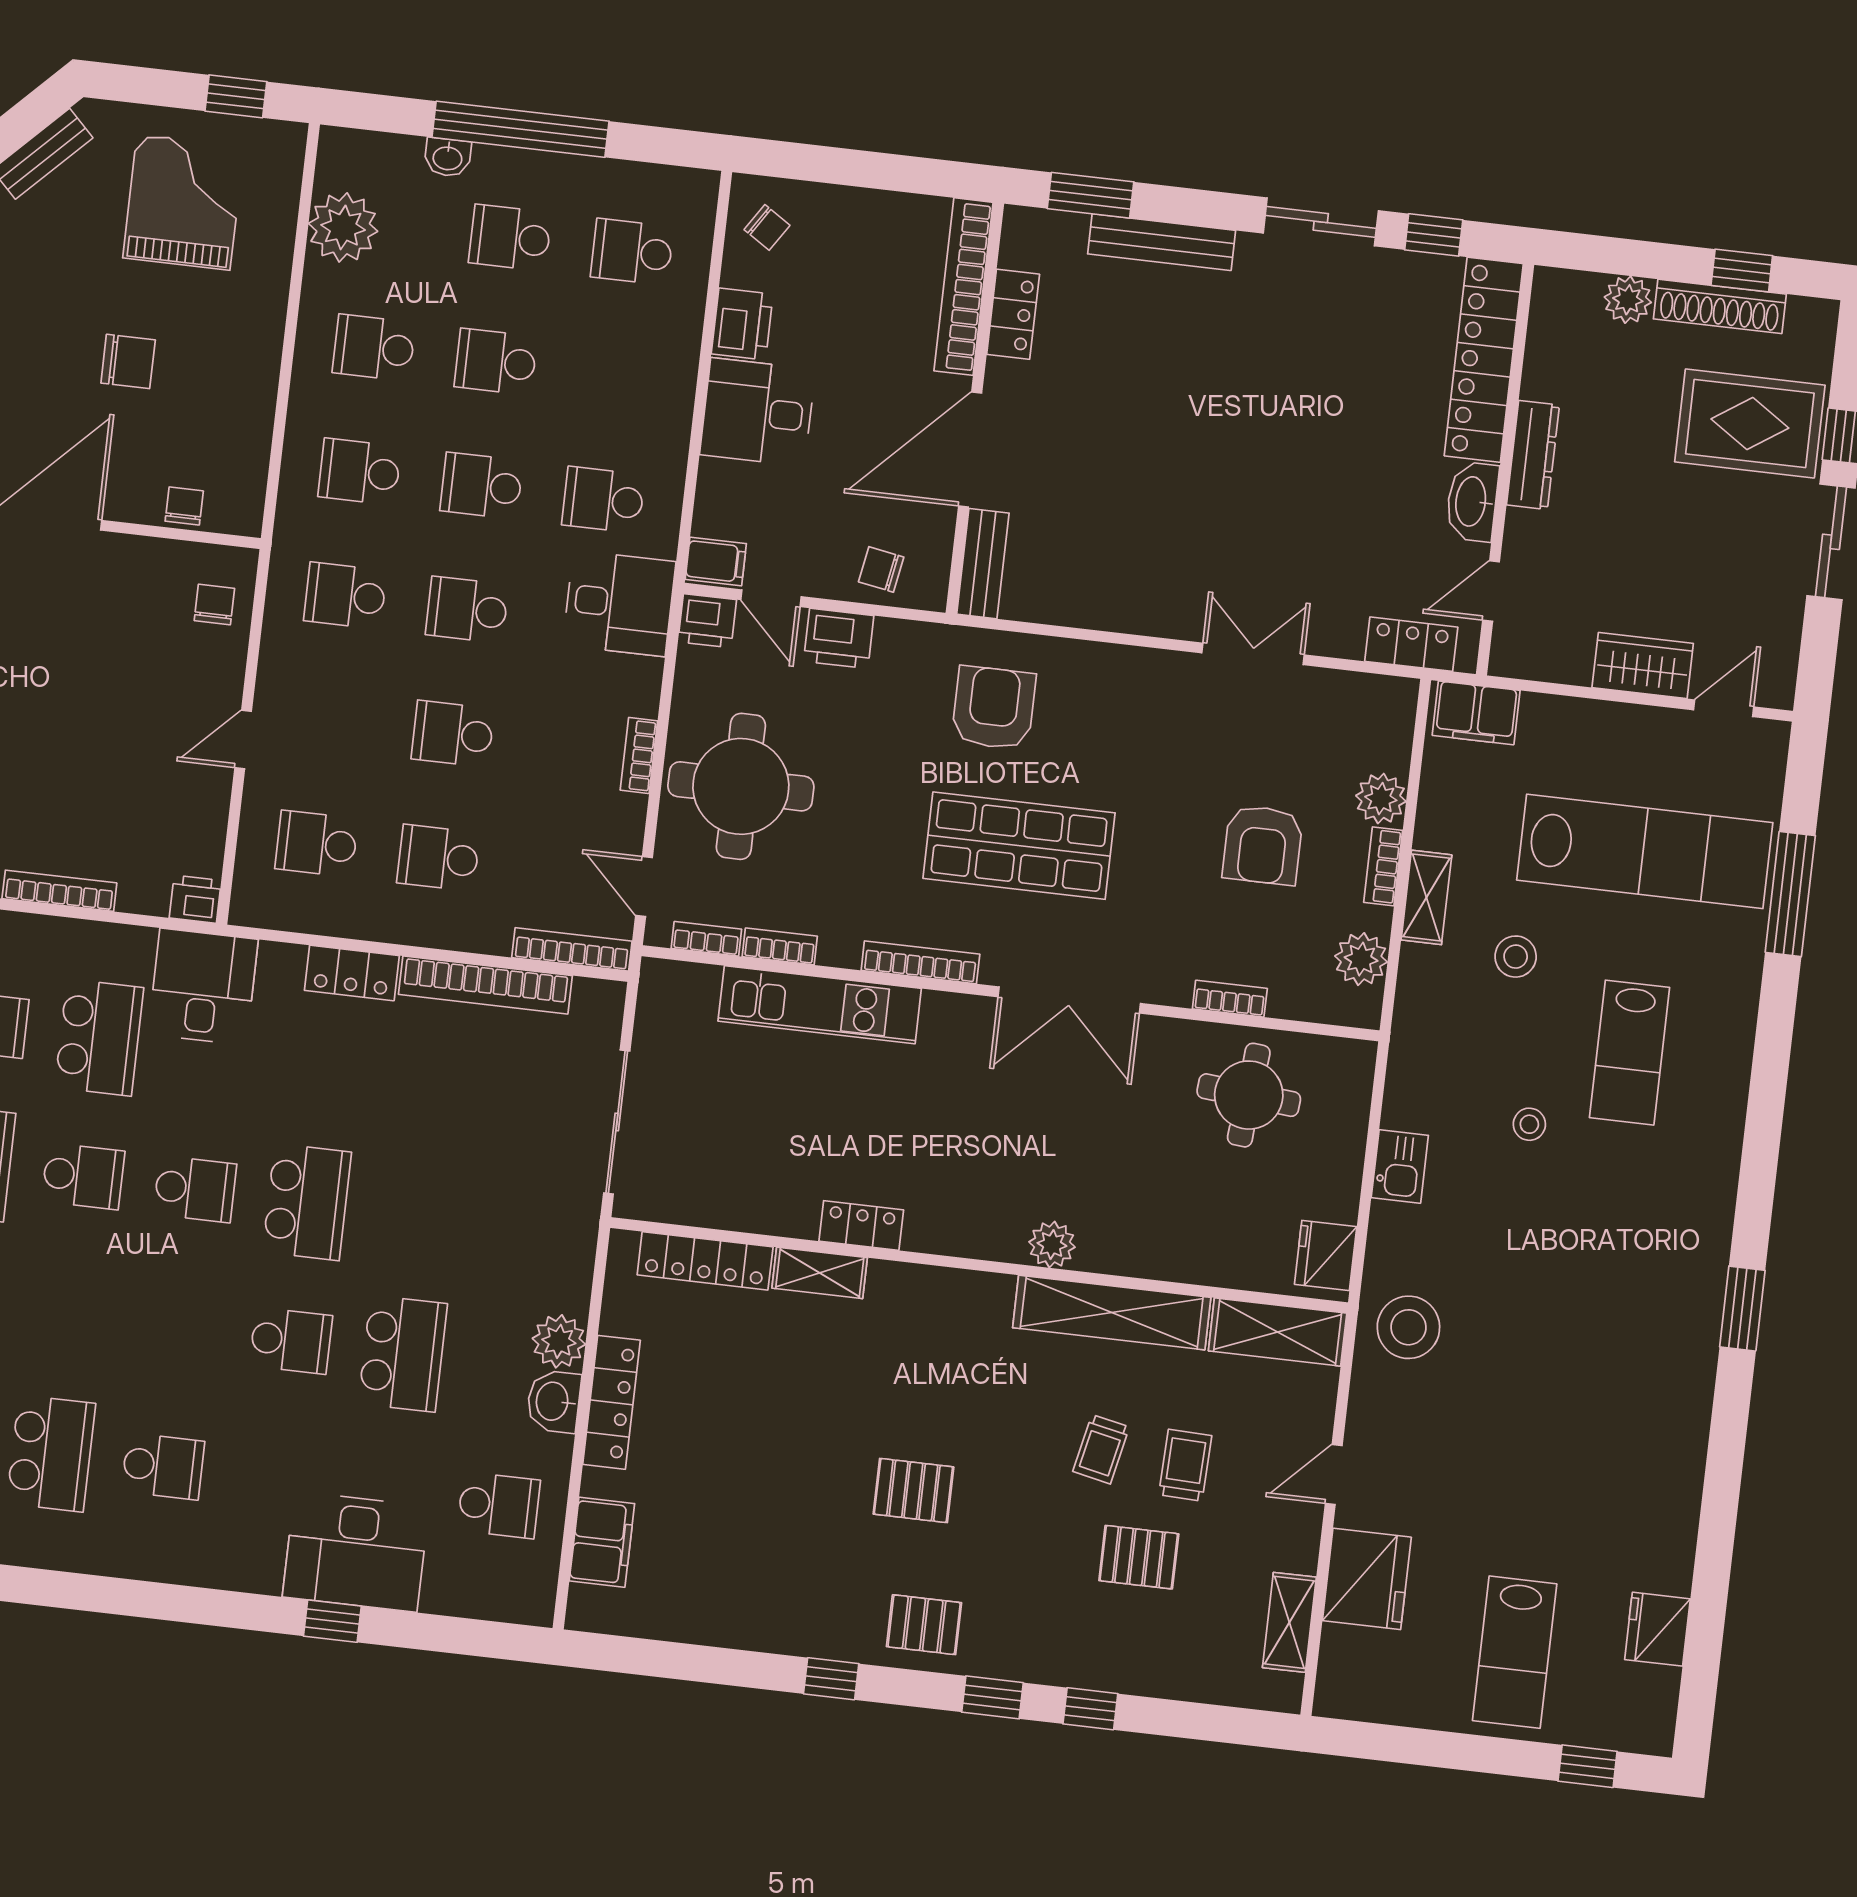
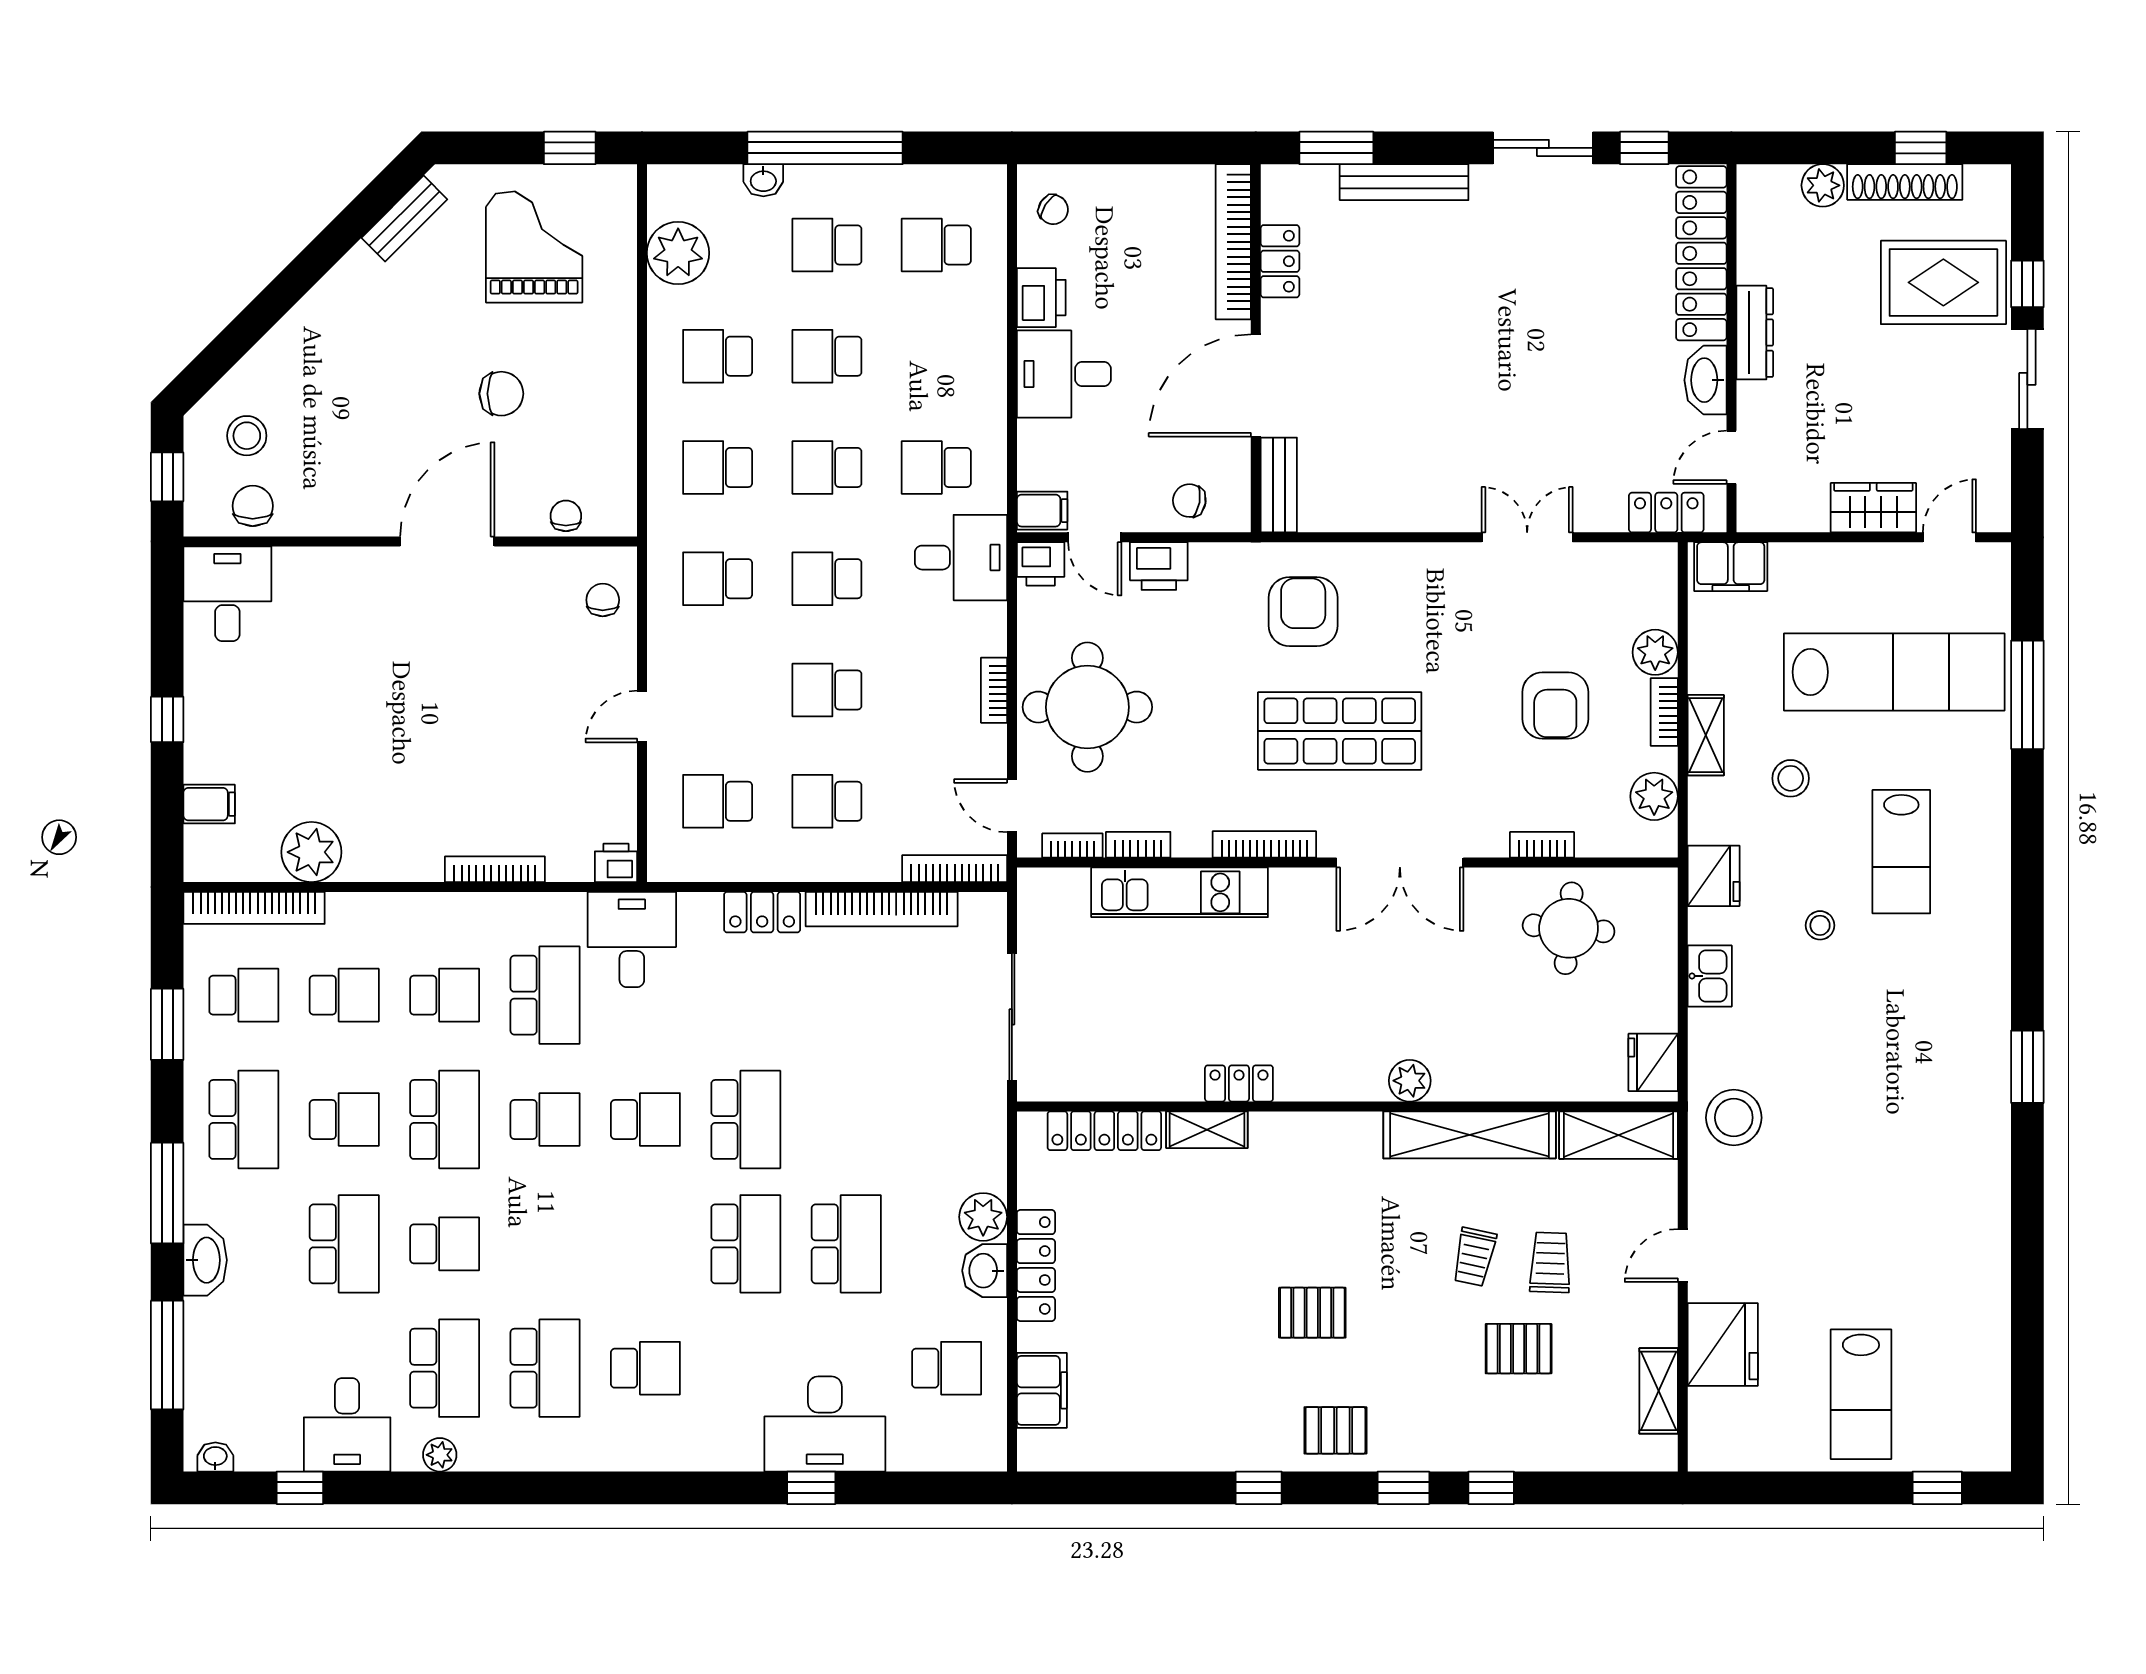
school desk: (291, 1341) -> (746, 1244), width x1.85
fridge: (1657, 1629) -> (1714, 876), moved, turned 180

